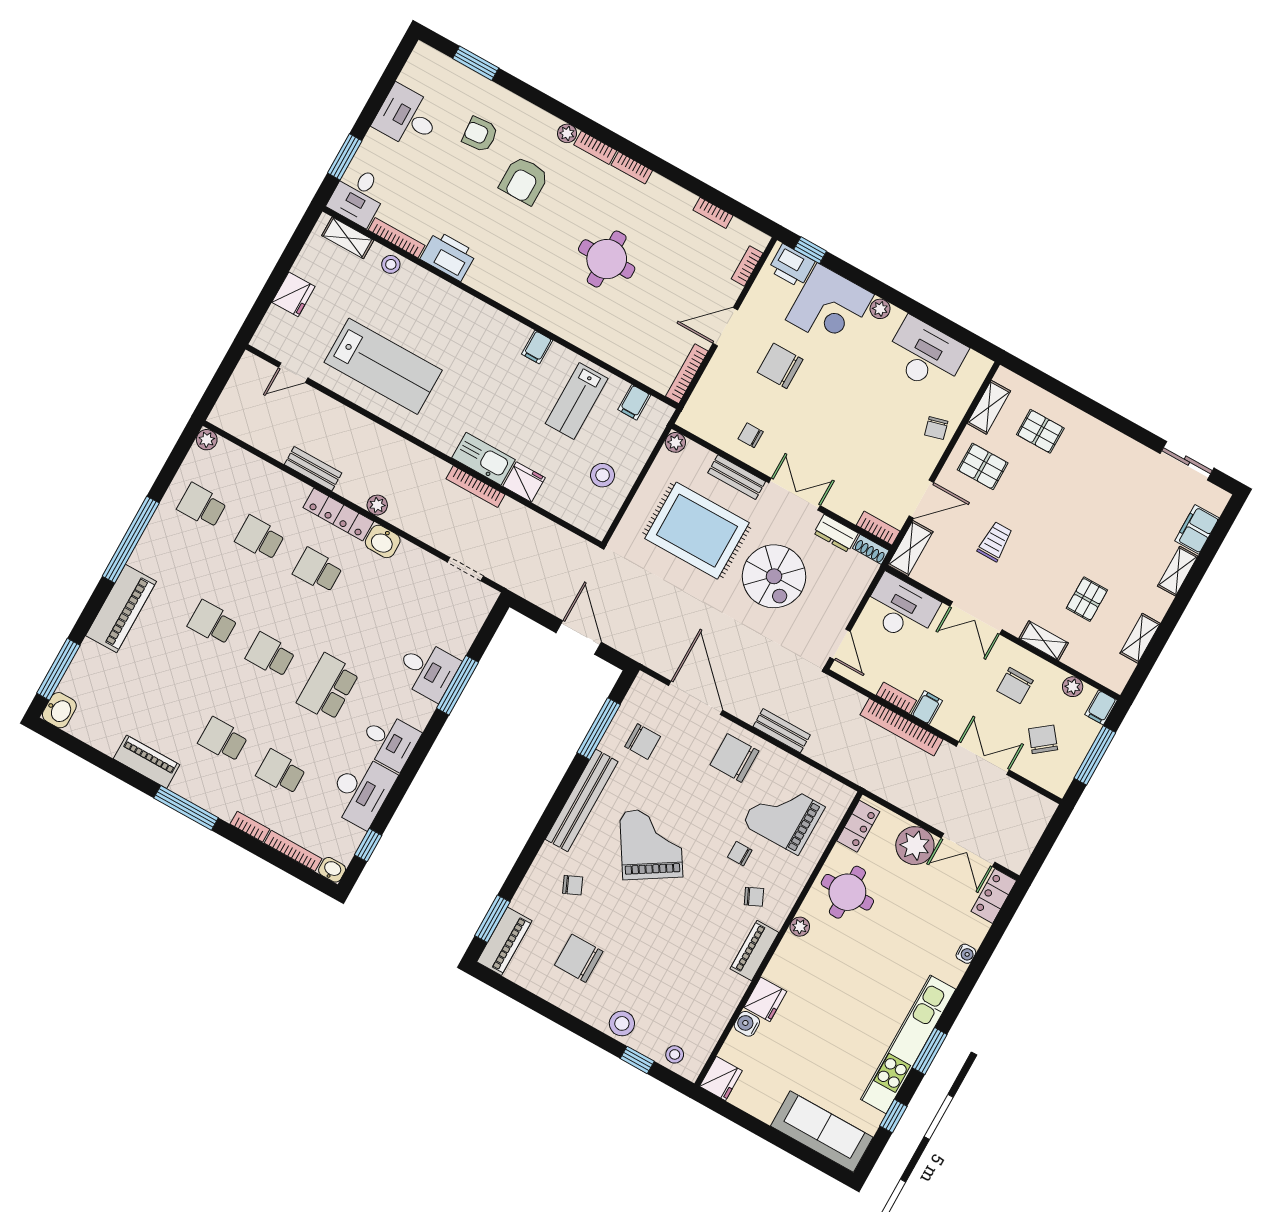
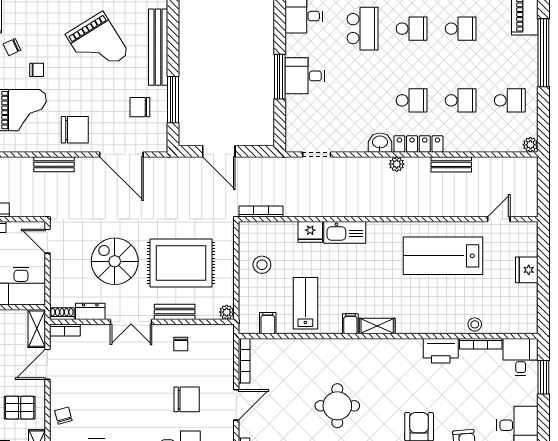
shelving: (348, 238) -> (377, 326), moved
chair: (751, 435) -> (181, 344), turned 90
bookcase: (475, 487) -> (261, 211), moved

